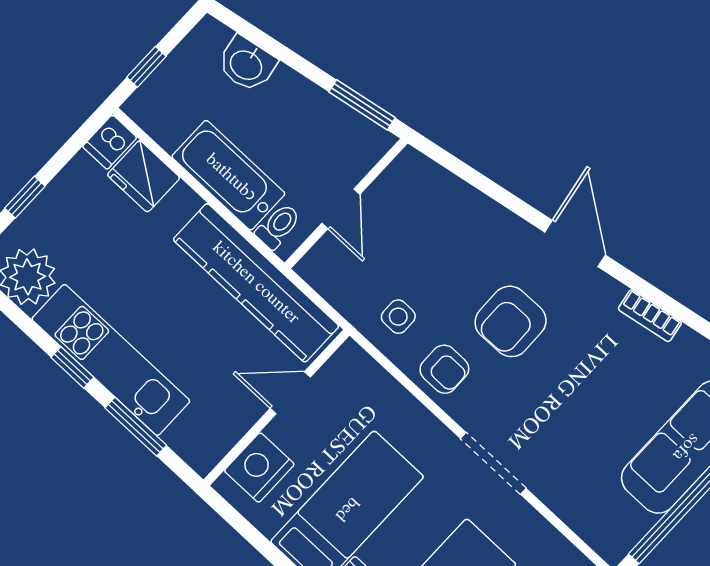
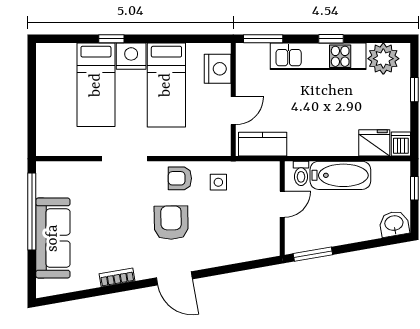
washbasin: (247, 64) -> (394, 224), moved
door: (341, 209) -> (282, 204), swing flipped
kitchen counter: (256, 283) -> (263, 144), width x0.48, depth x0.86
window: (136, 427) -> (263, 39), moved

